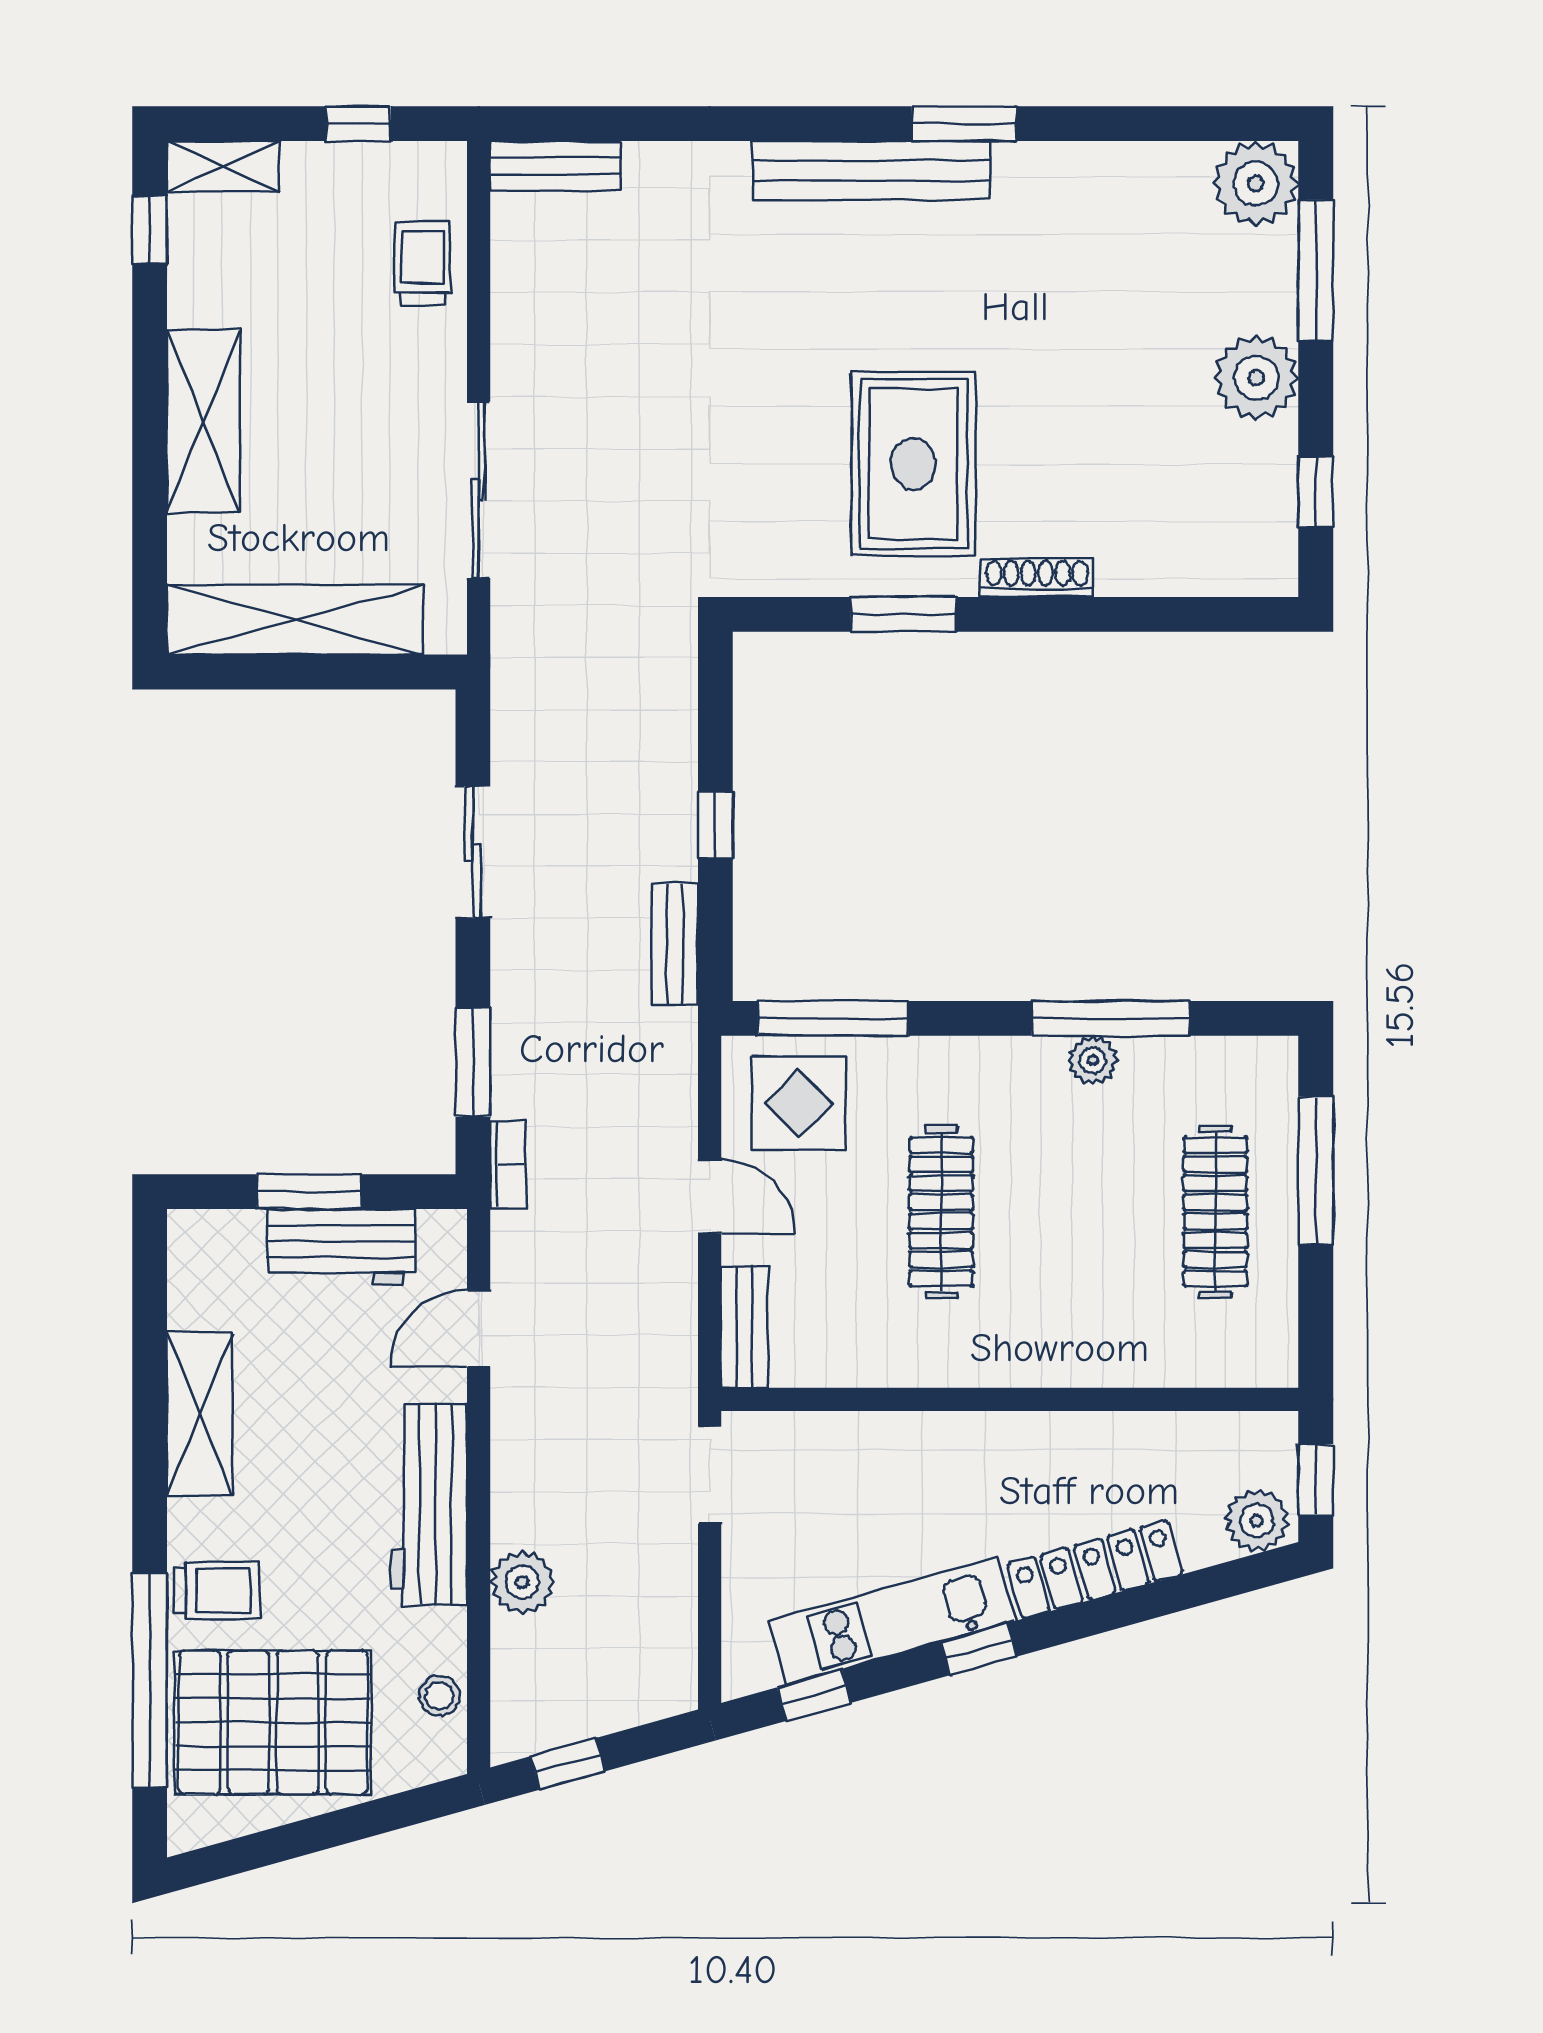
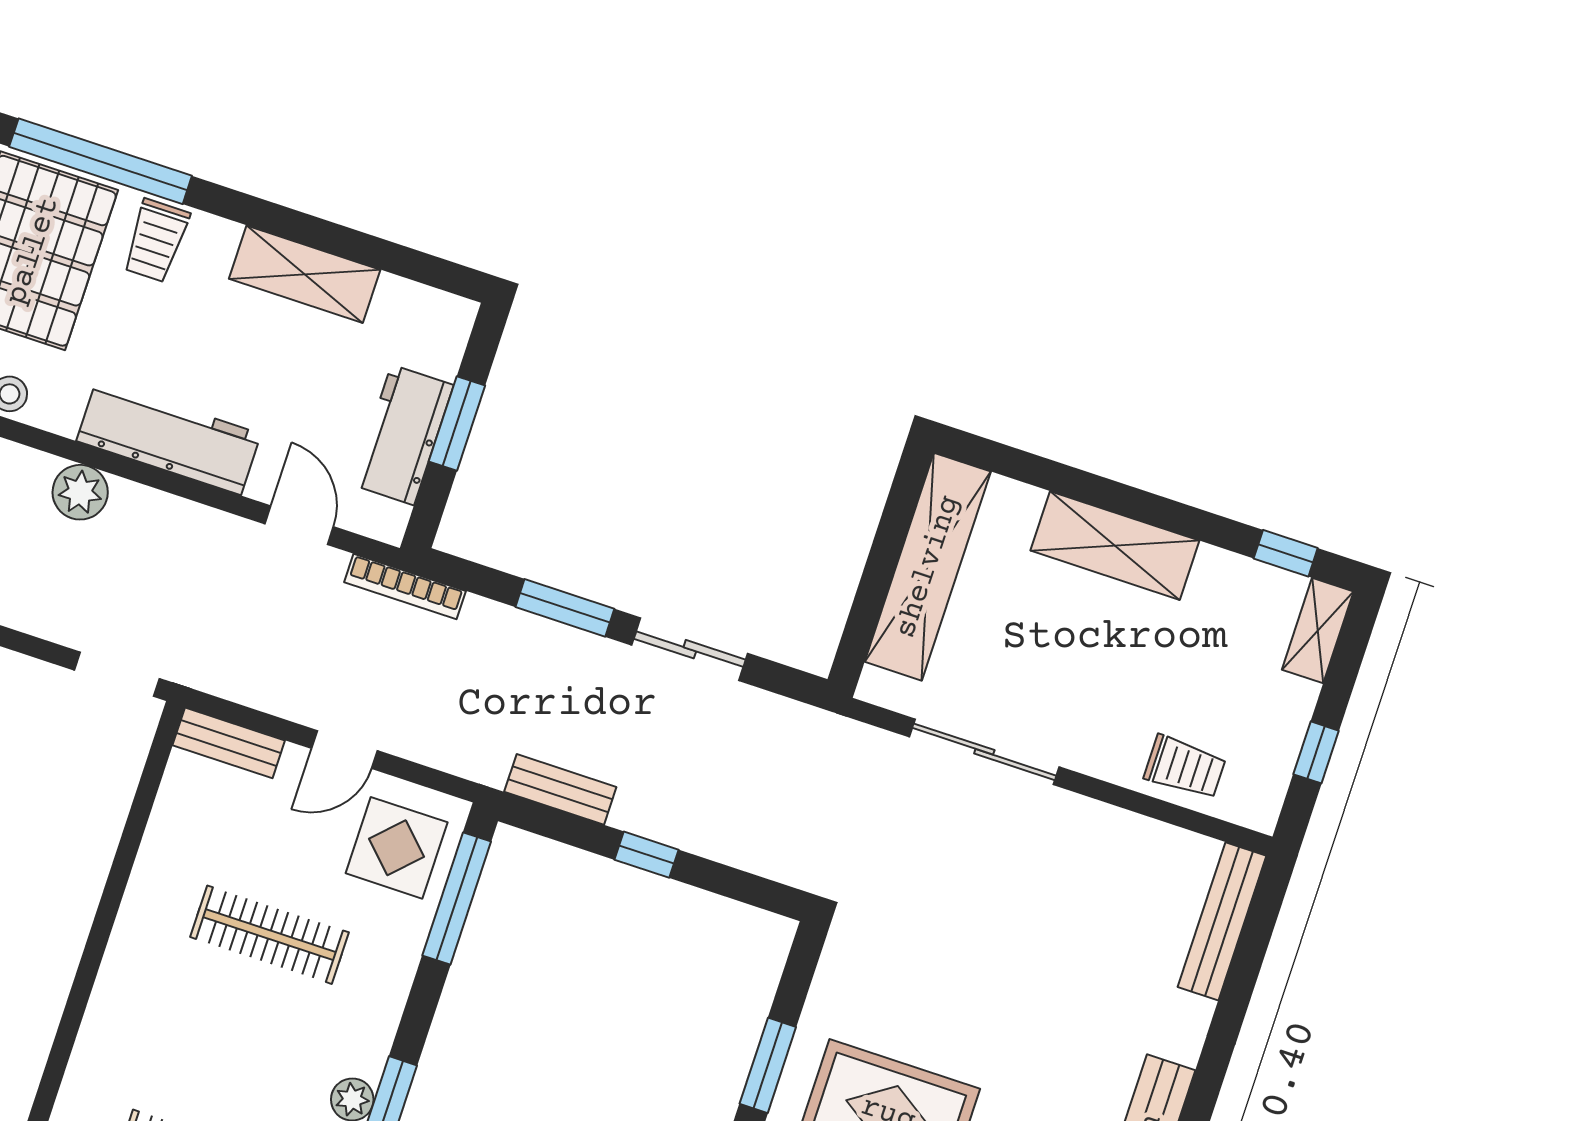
bench: (555, 166) -> (1222, 921), width x1.36
window: (473, 1062) -> (565, 608), moved
bookcase: (508, 1165) -> (405, 587), width x1.56

